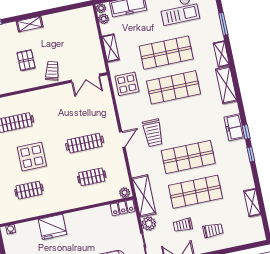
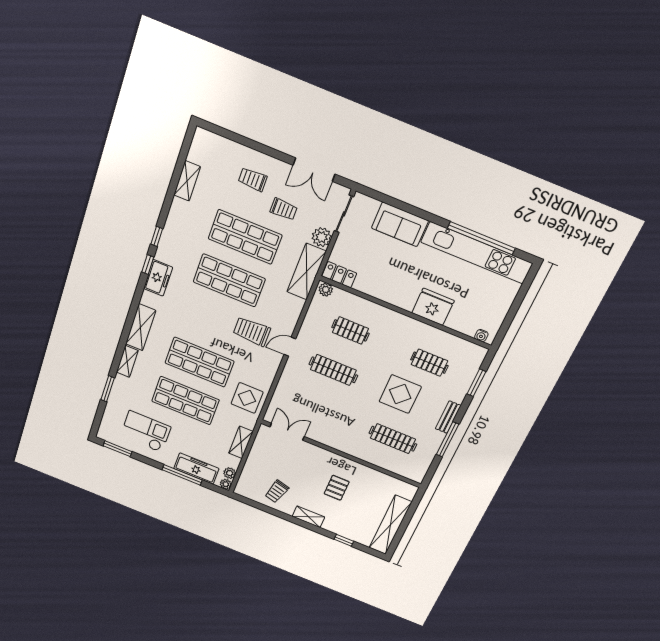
trolley: (52, 71) -> (277, 491), moved
trolley: (153, 133) -> (252, 331), turned -90

